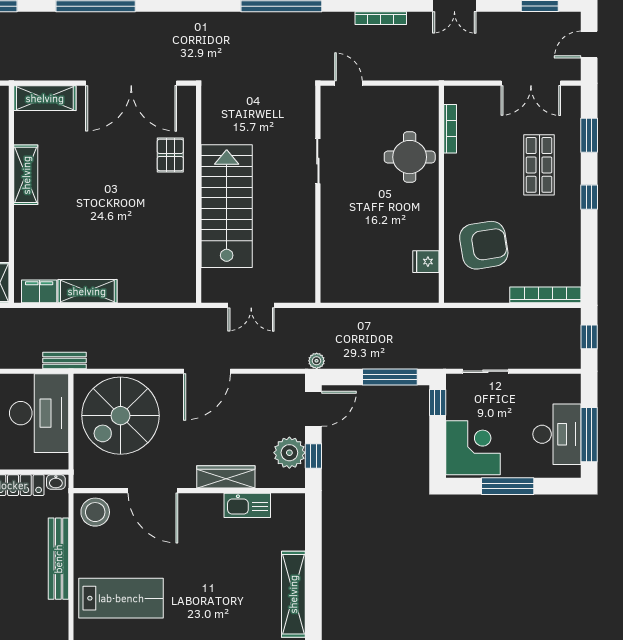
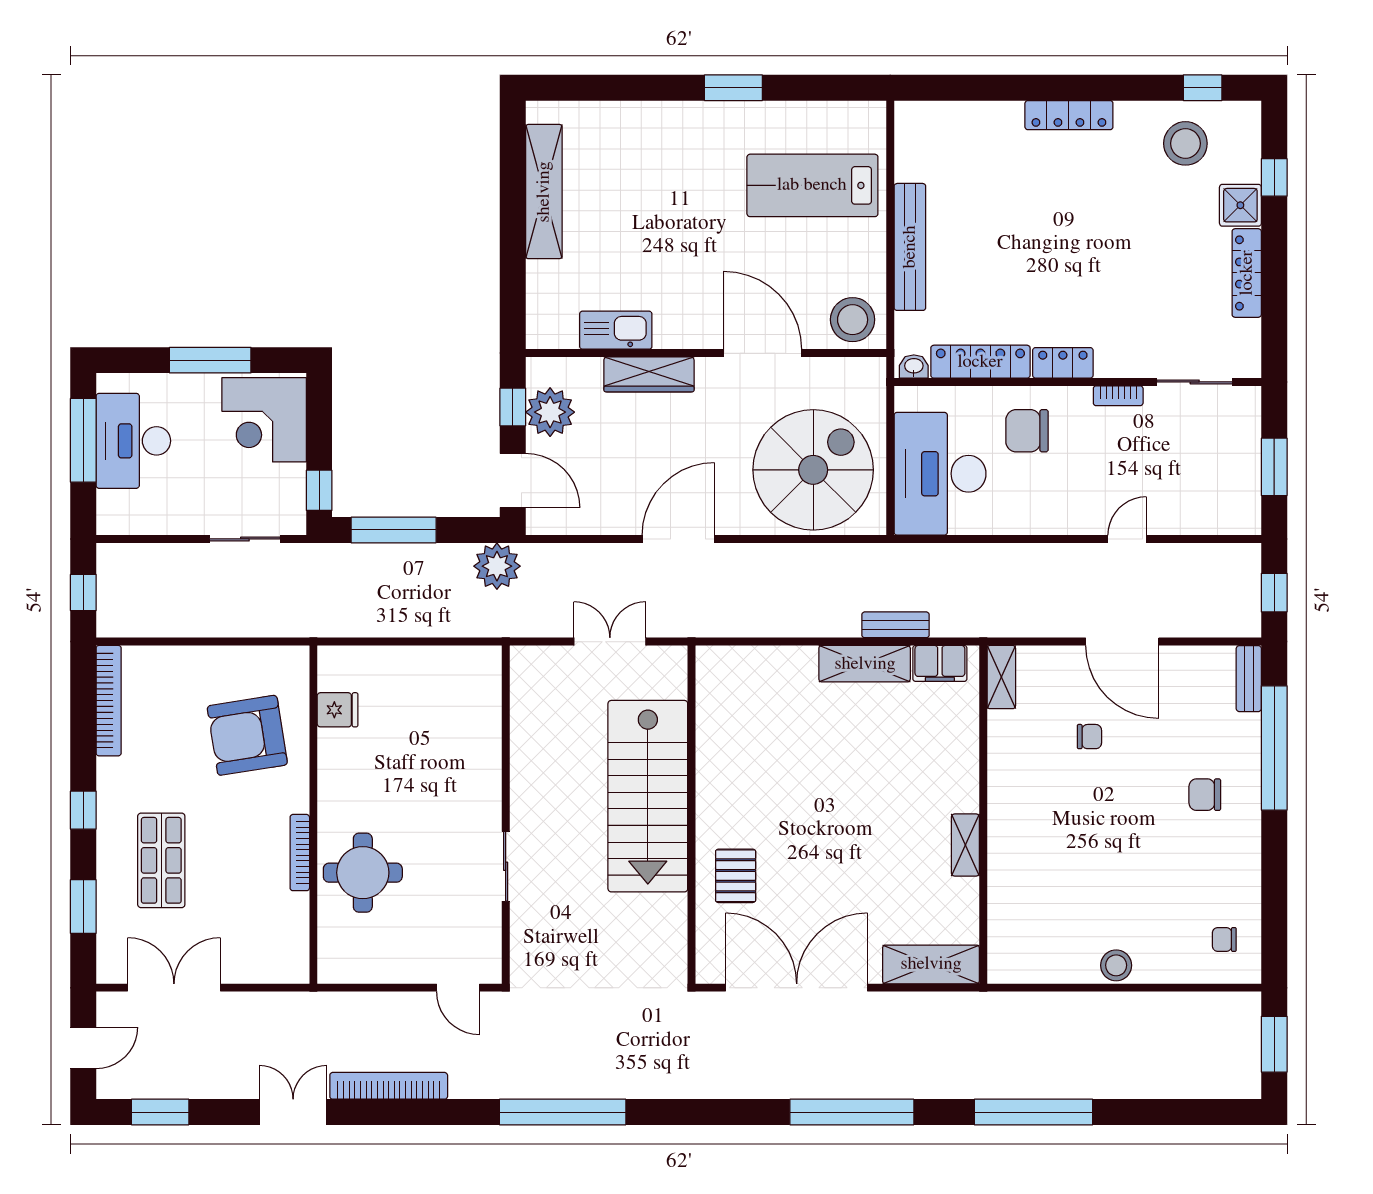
bookcase: (381, 18) -> (389, 1086), width x1.48, depth x1.31
bookcase: (450, 129) -> (300, 853), moved
shelving: (26, 175) -> (965, 845), width x0.67, depth x0.75
bookcase: (545, 295) -> (109, 701), moved, turned -90
bench: (64, 361) -> (896, 625), moved
plant: (317, 361) -> (497, 566), width x1.88, depth x1.88
door: (313, 409) -> (513, 480), swing flipped

